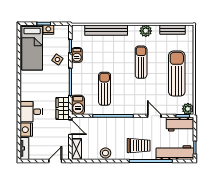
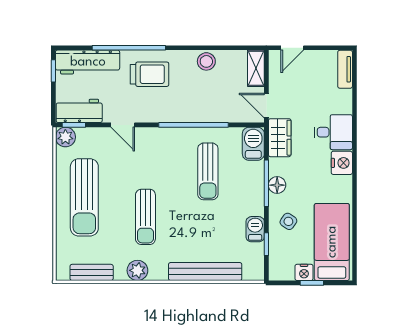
floor lamp: (64, 81) -> (277, 185), added
nightstand: (26, 130) -> (342, 163), moved
trolley: (139, 146) -> (150, 74), turned 180

